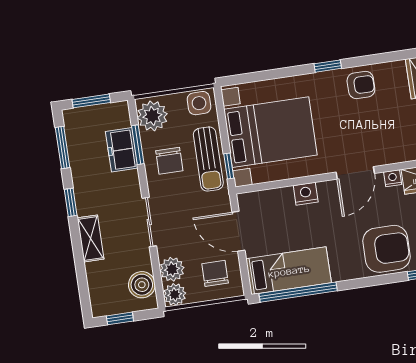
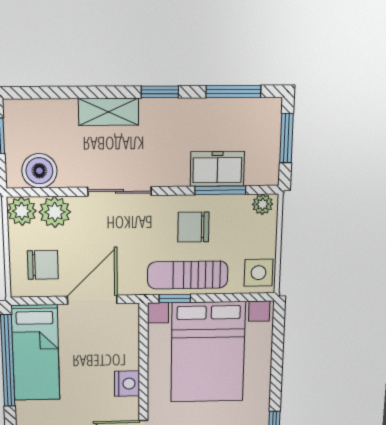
plant: (152, 116) -> (263, 204), width x0.53, depth x0.53

